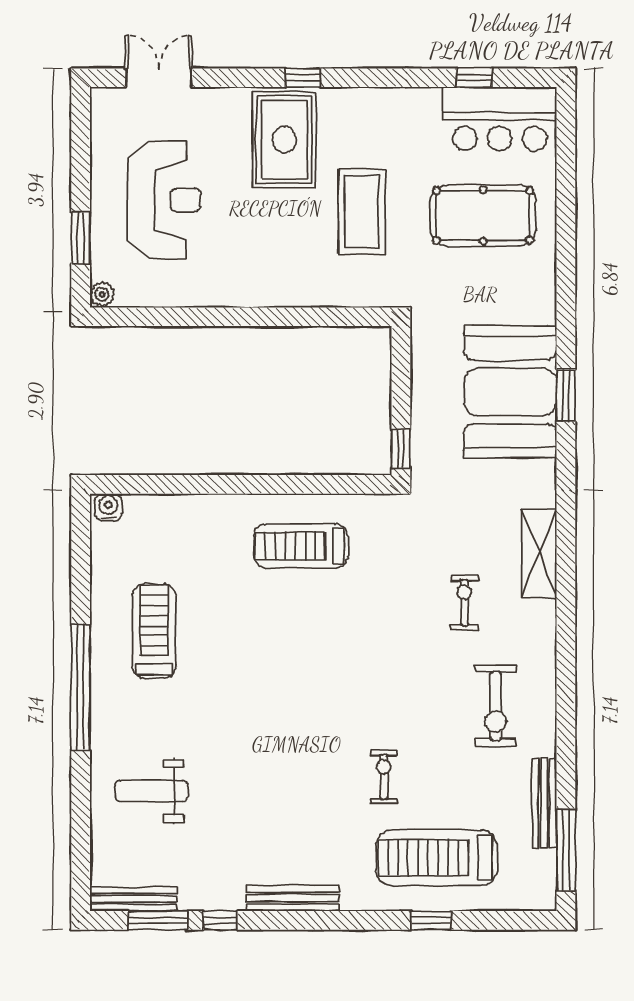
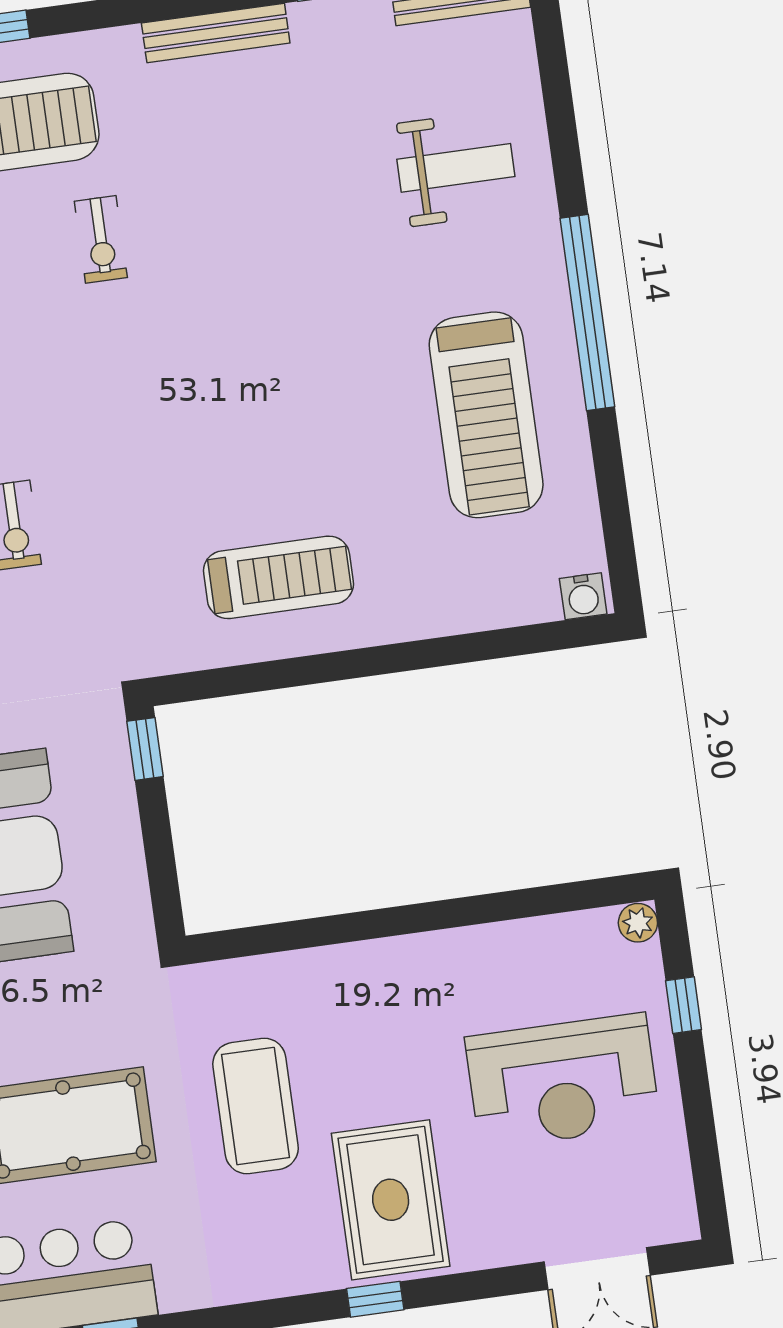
reception desk: (164, 200) -> (563, 1081), turned -90
window: (81, 238) -> (683, 1005), width x0.67
treadmill: (154, 631) -> (486, 415), width x1.37, depth x1.38

